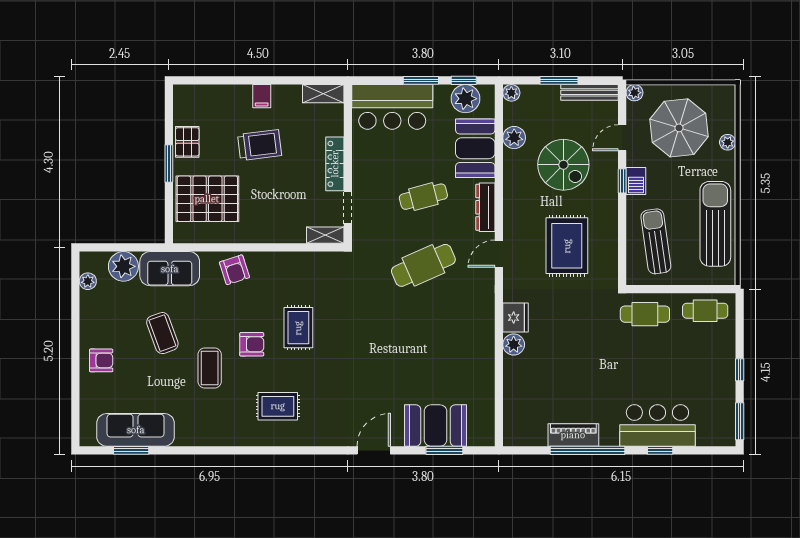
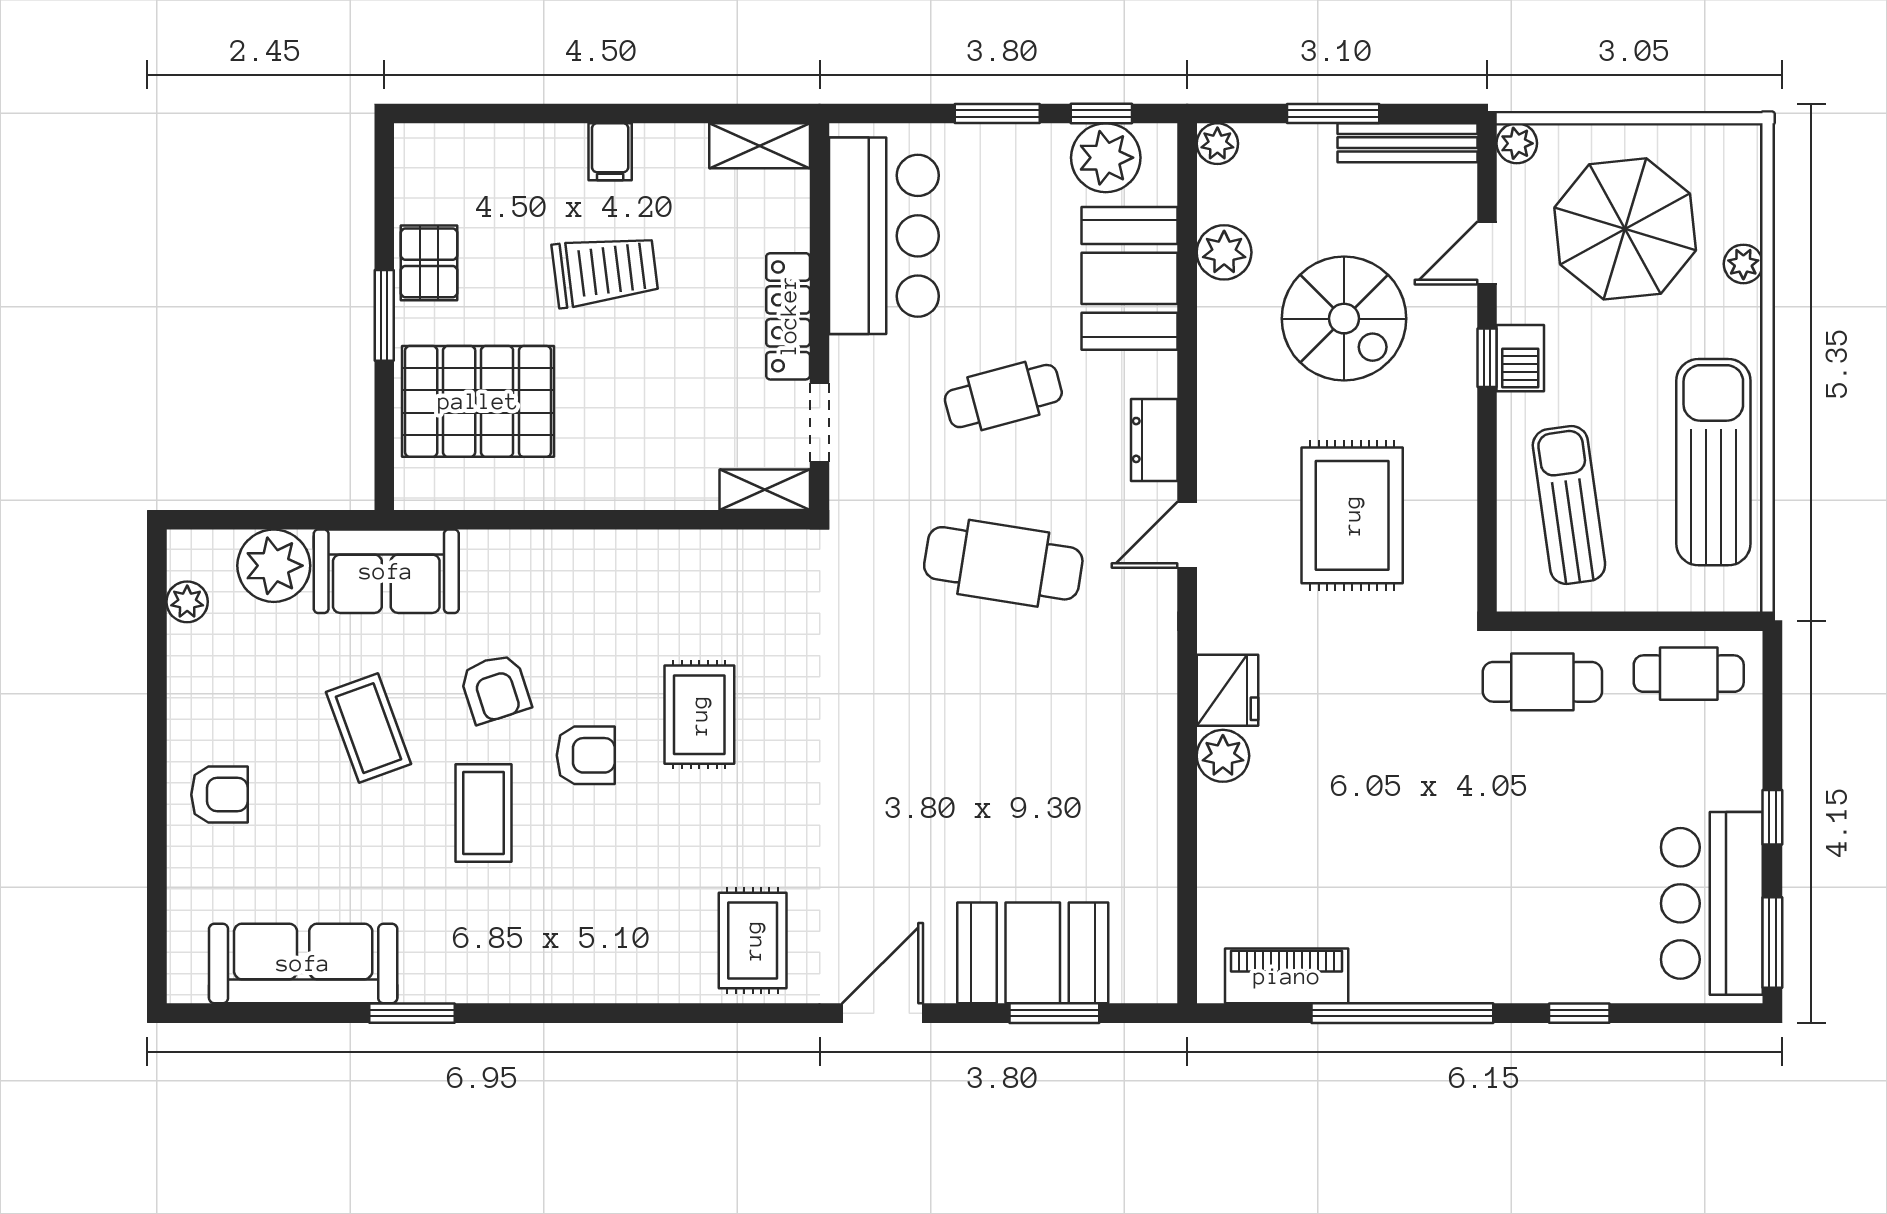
bar counter: (392, 107) -> (884, 236), moved, turned -90
dresser: (485, 207) -> (1154, 440), width x0.70
cafe table: (423, 265) -> (1003, 563), turned 33
armchair: (234, 270) -> (495, 688), moved
rug: (278, 406) -> (753, 940), moved, turned 90
bar counter: (657, 425) -> (1712, 903), moved, turned -90
piano: (573, 435) -> (1287, 976), moved
window: (131, 450) -> (412, 1013), moved

